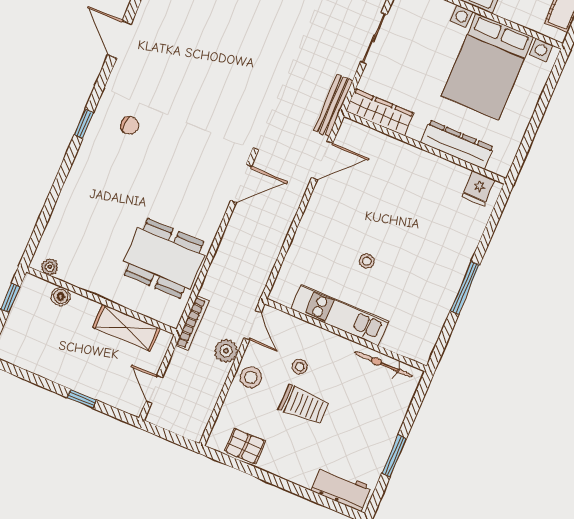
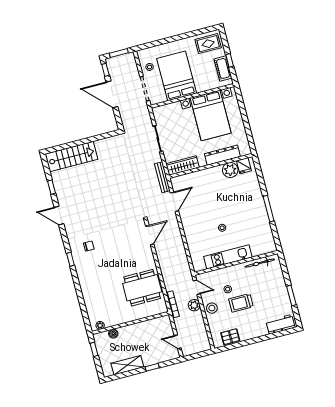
plant: (451, 178) -> (230, 170), added
shelving: (126, 328) -> (127, 365), moved
trolley: (304, 405) -> (241, 303), turned 180

